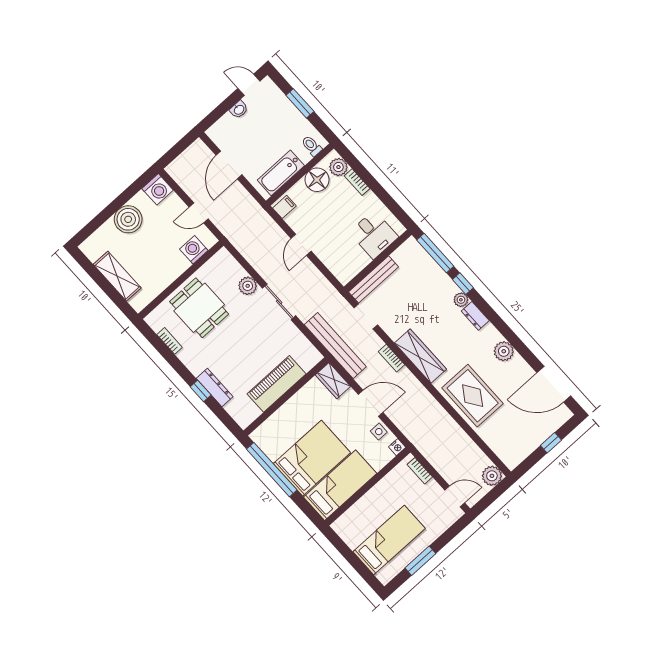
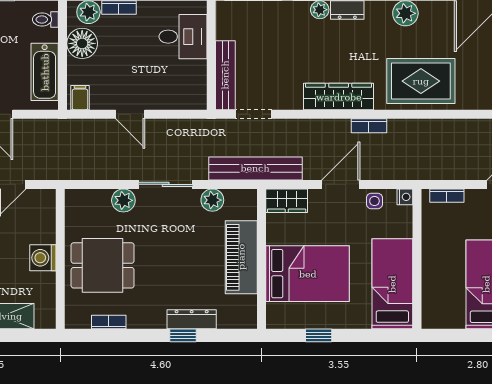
washing machine: (194, 250) -> (43, 258), moved
plant: (294, 337) -> (212, 200), added
bookcase: (391, 358) -> (369, 126), moved
bed: (312, 458) -> (308, 274), moved, turned 90
window: (272, 470) -> (319, 335), width x0.32

